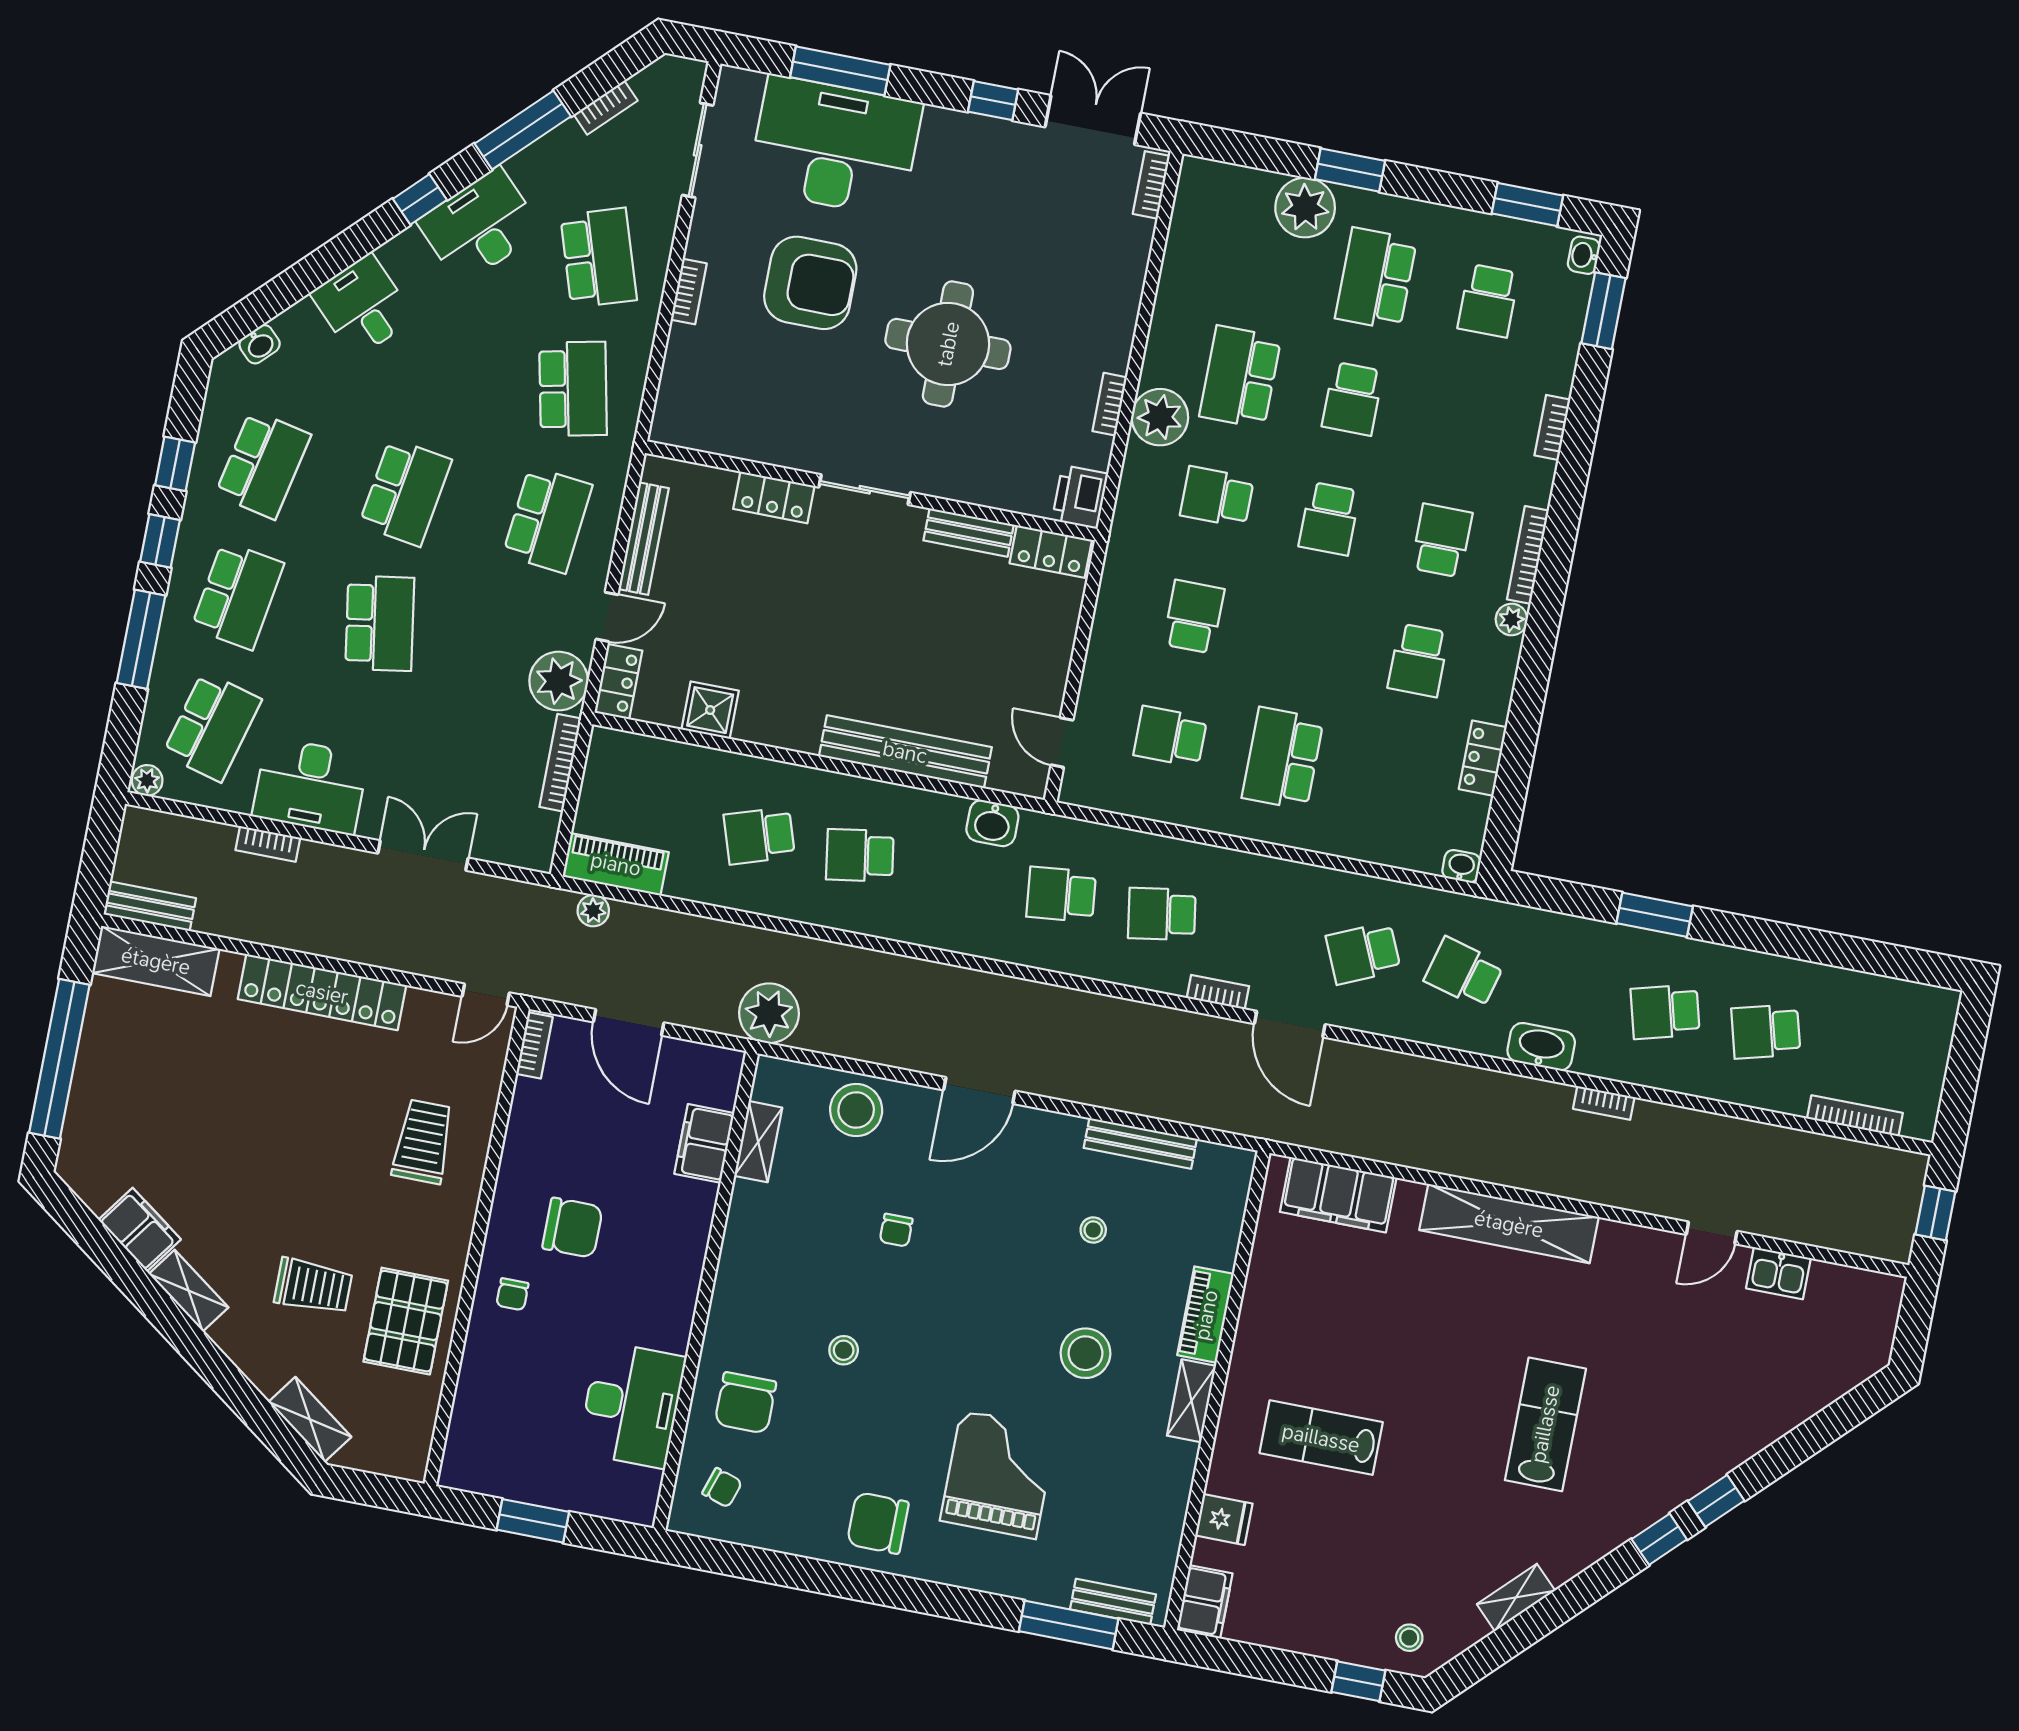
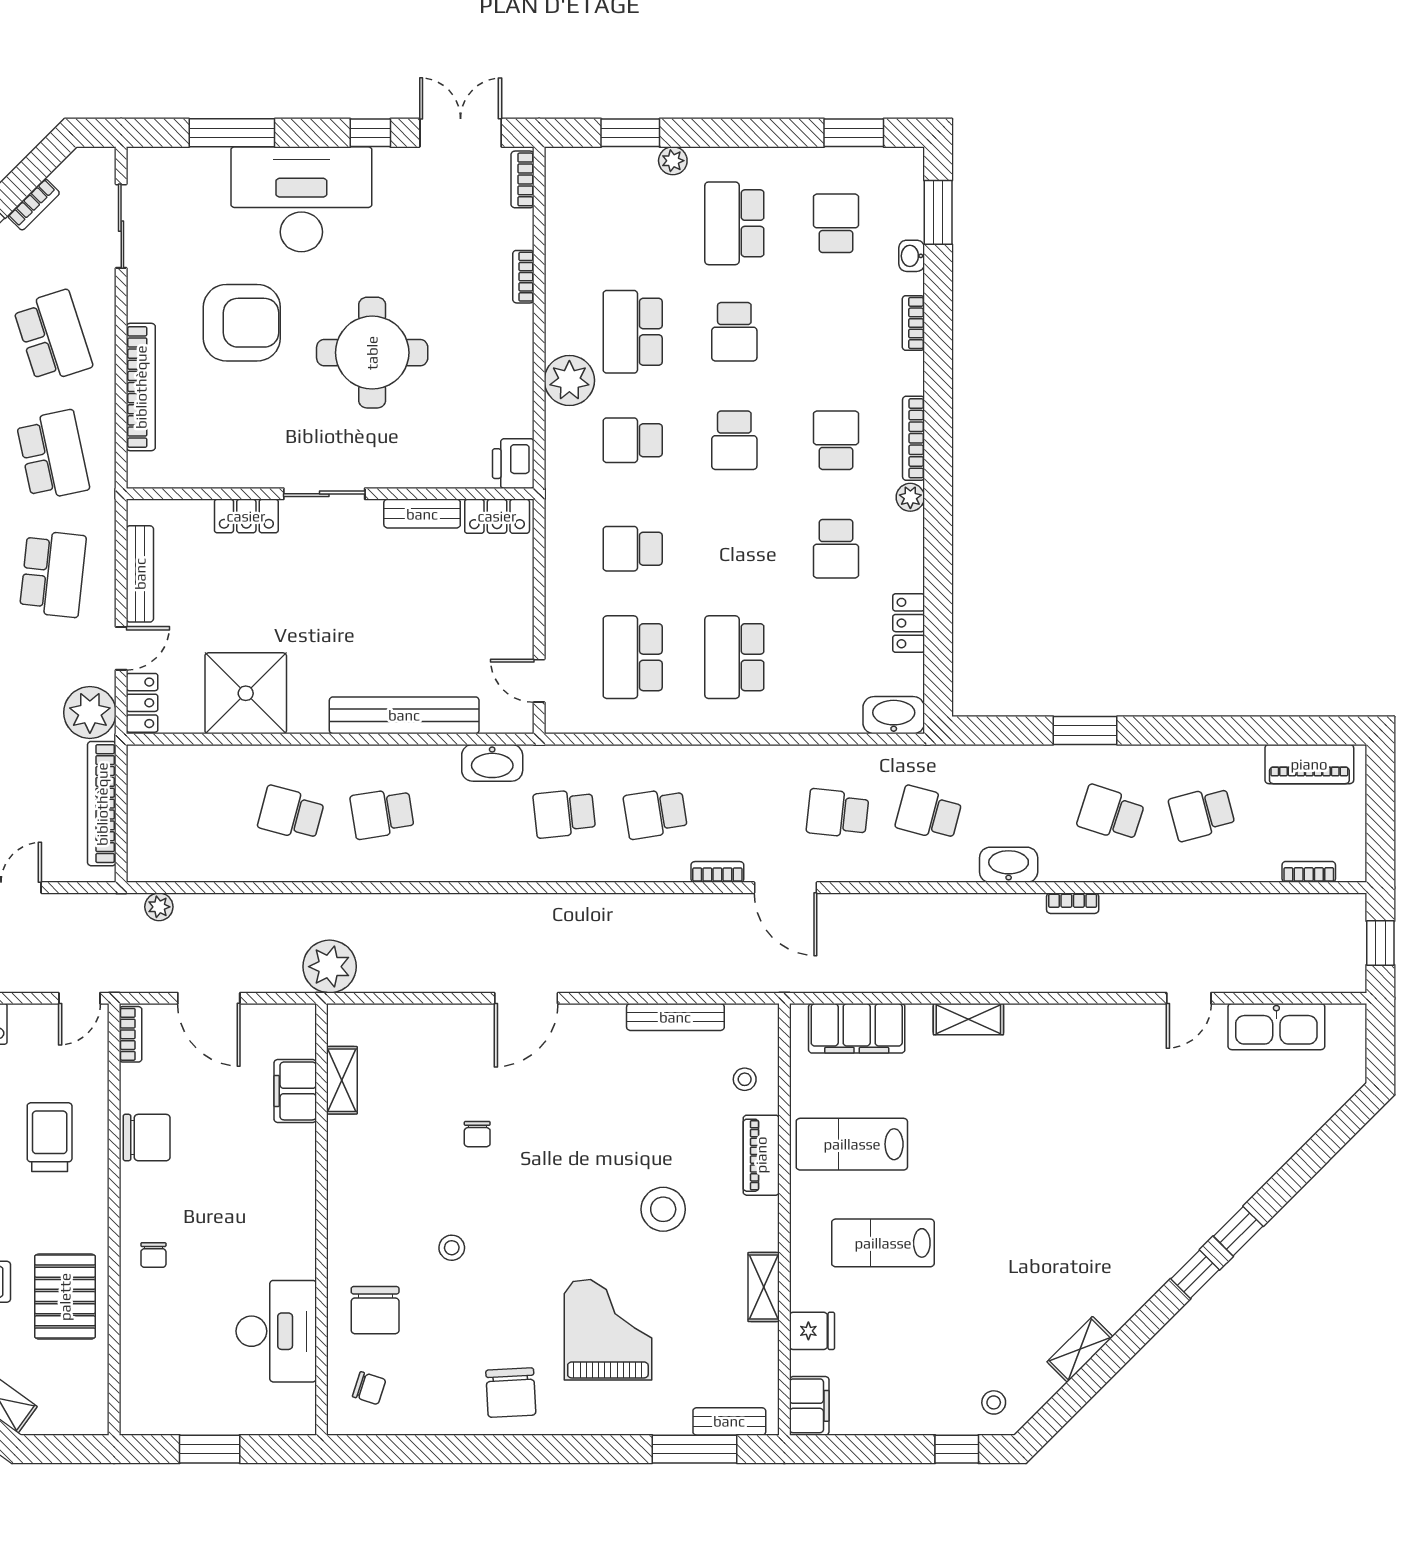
desk: (835, 146) -> (301, 199), moved
window: (1350, 170) -> (630, 133), moved
plant: (1305, 208) -> (673, 161), width x0.53, depth x0.53
washbasin: (1584, 255) -> (912, 256), moved
bookcase: (689, 292) -> (141, 387), width x2.31, depth x1.31
school desk: (1488, 301) -> (836, 223), turned 180
bookcase: (1110, 404) -> (523, 277), moved
school desk: (1194, 617) -> (633, 549), turned -90
shower: (710, 710) -> (246, 693), width x1.86, depth x1.86
school desk: (1170, 737) -> (633, 657), width x1.85
bookcase: (560, 763) -> (102, 804), width x1.48, depth x1.31
washbasin: (992, 823) -> (492, 763), width x1.38
school desk: (759, 836) -> (291, 813), turned 33
piano: (616, 864) -> (1309, 764), moved, turned 180
washbasin: (1461, 866) -> (894, 715), width x1.91, depth x1.45
school desk: (1363, 953) -> (838, 813), turned 30
school desk: (1665, 1012) -> (1111, 813), turned 33
stool: (856, 1110) -> (422, 1036), removed
bookcase: (1855, 1116) -> (1309, 872), width x0.64
shelving: (1509, 1224) -> (968, 1019), width x0.45, depth x0.75
chair: (572, 1228) -> (147, 1138), moved
stool: (1093, 1230) -> (745, 1079), moved
kitchen sink: (1778, 1273) -> (1276, 1027), width x1.87, depth x1.24
shelving: (1191, 1401) -> (764, 1287), moved
lab bench: (1545, 1424) -> (852, 1144), moved, turned -90
chair: (878, 1523) -> (511, 1393), turned -93

